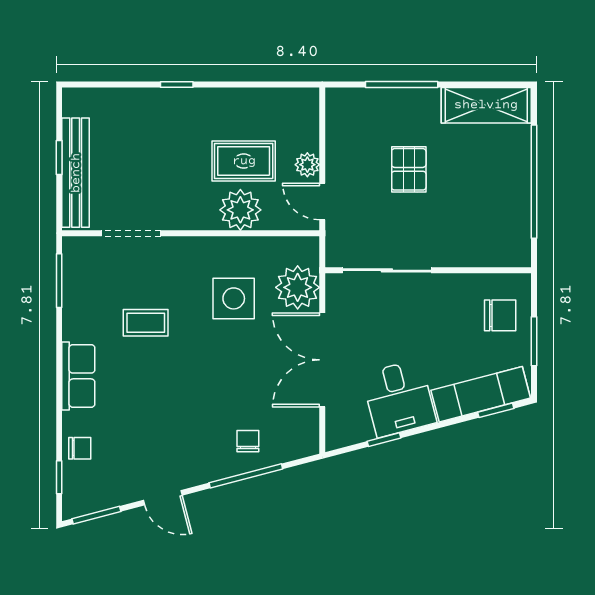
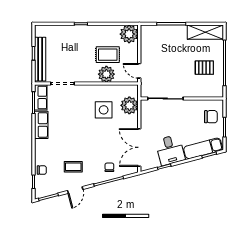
plant: (307, 165) -> (129, 34), moved, width x1.88, depth x1.88
pallet: (409, 169) -> (204, 68), moved, turned 90
row of seats: (77, 268) -> (41, 97), added
coffee table: (146, 323) -> (73, 167), moved
double door: (322, 360) -> (139, 147), moved
row of seats: (78, 376) -> (41, 125), moved
door: (163, 498) -> (75, 190), hinge flipped

